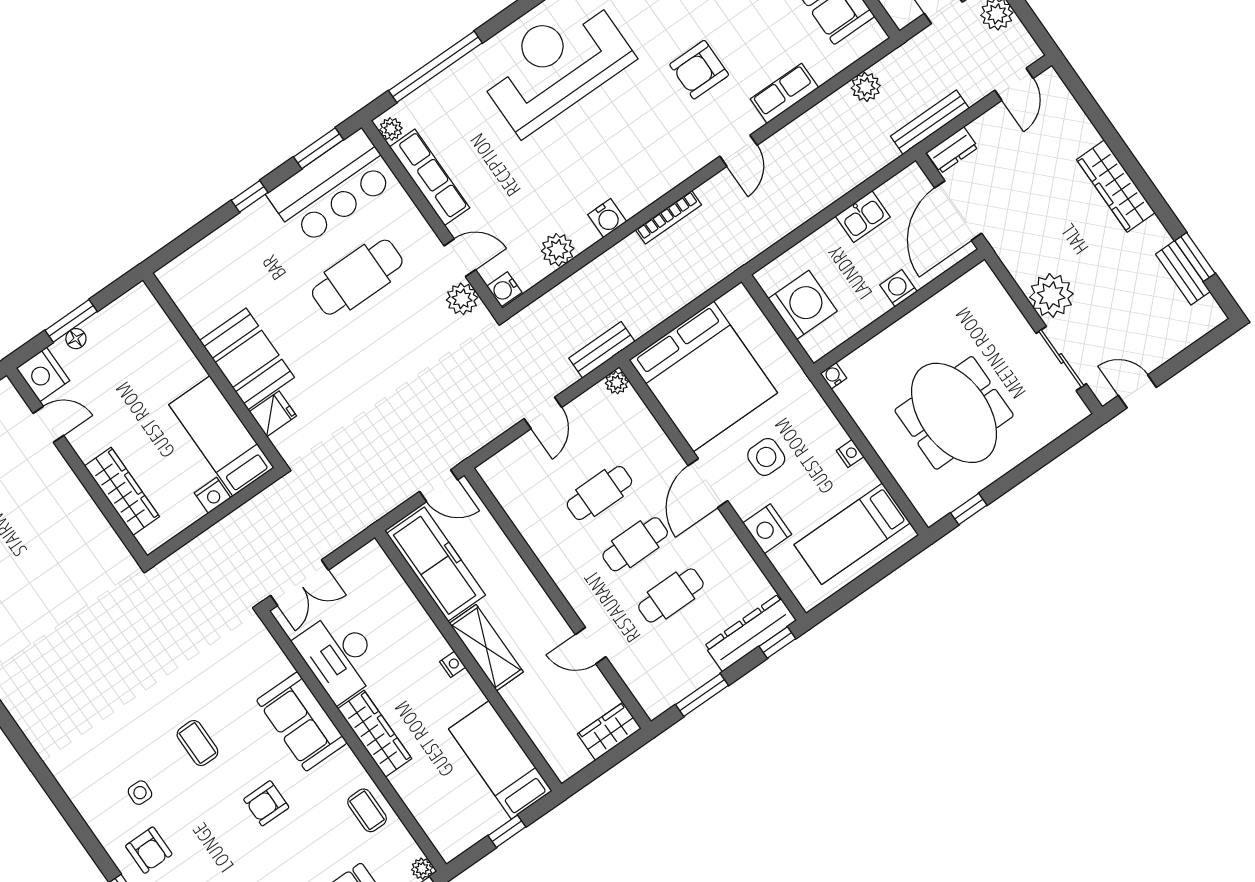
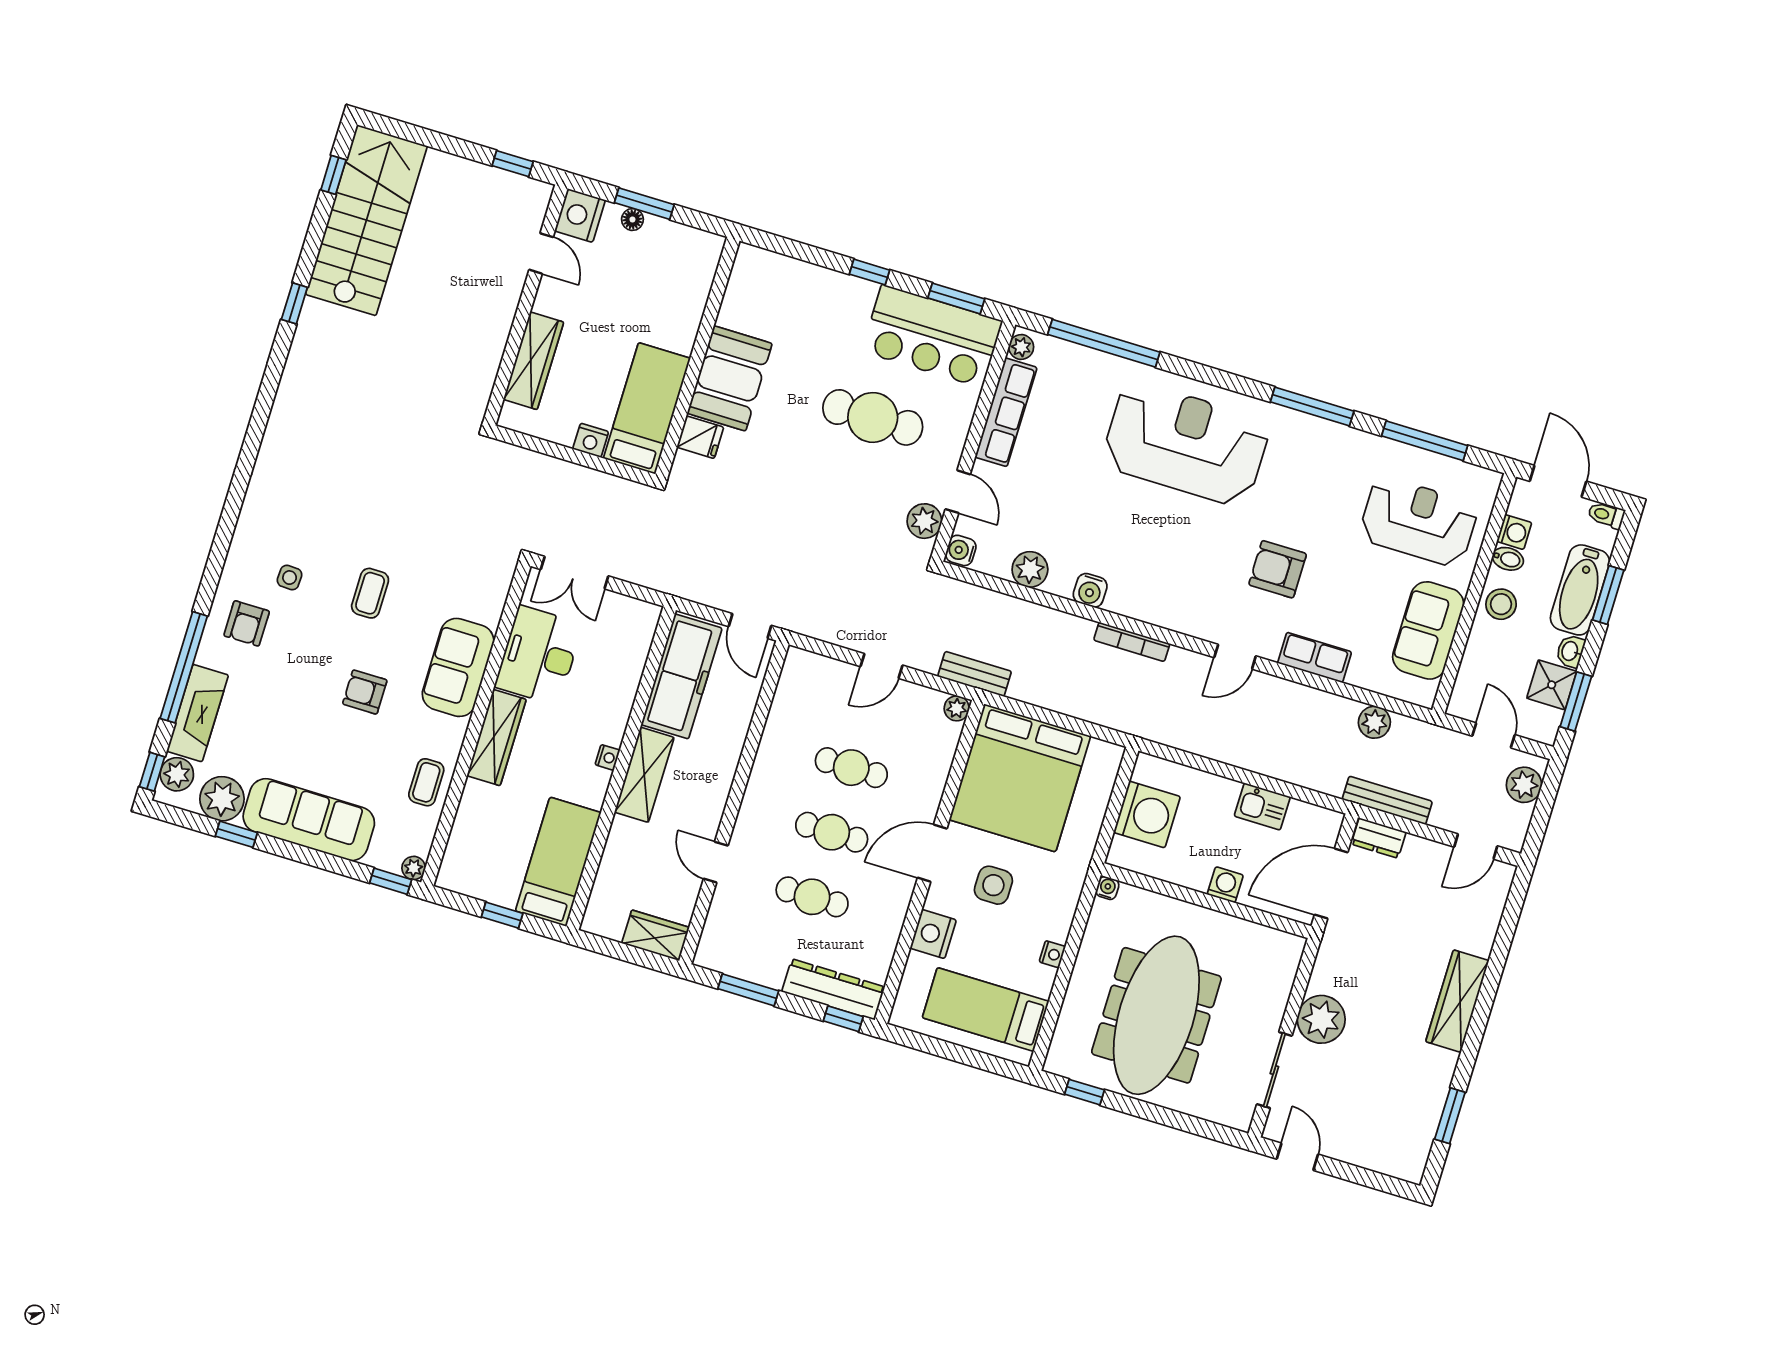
bench: (1183, 273) -> (1428, 1116), removed
meeting table: (954, 413) -> (1156, 1015), width x1.36

